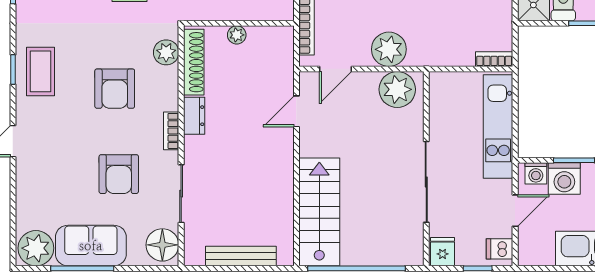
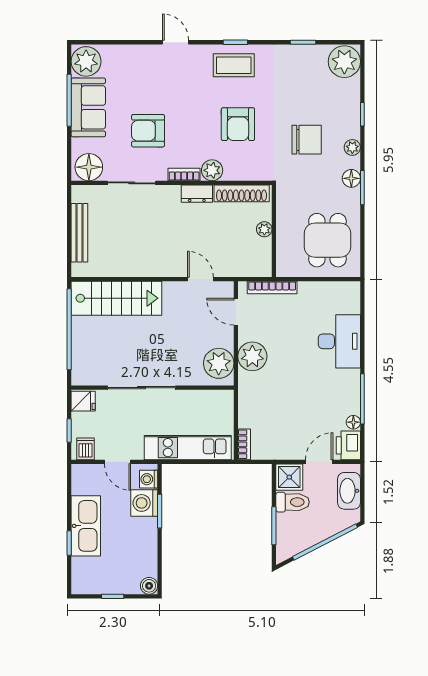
plant: (166, 52) -> (212, 170), moved
armchair: (115, 89) -> (238, 124), moved, turned -90

